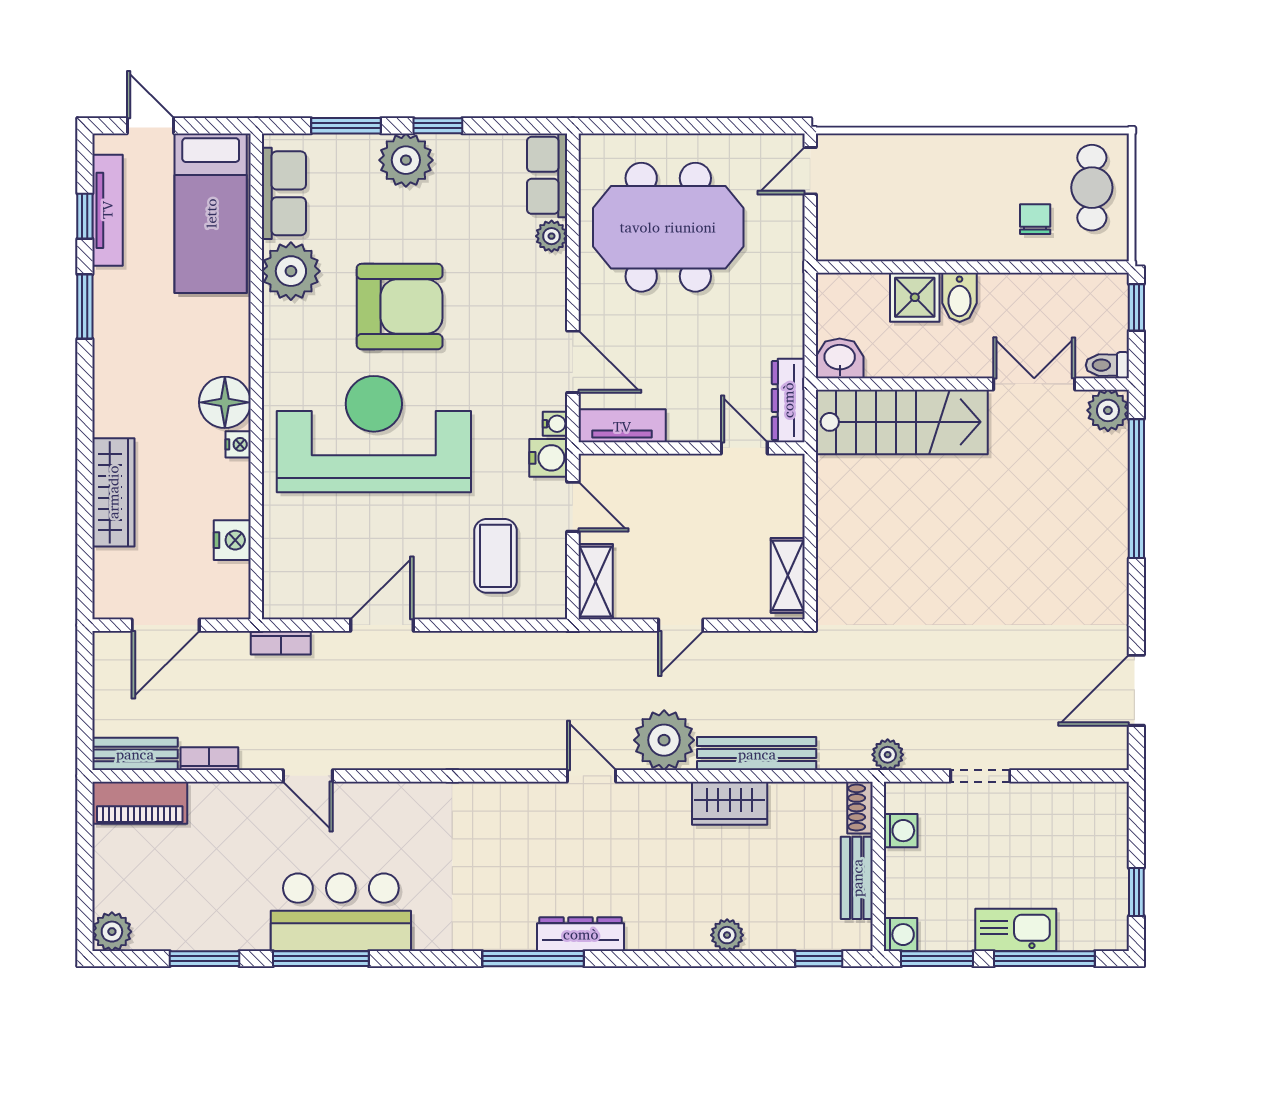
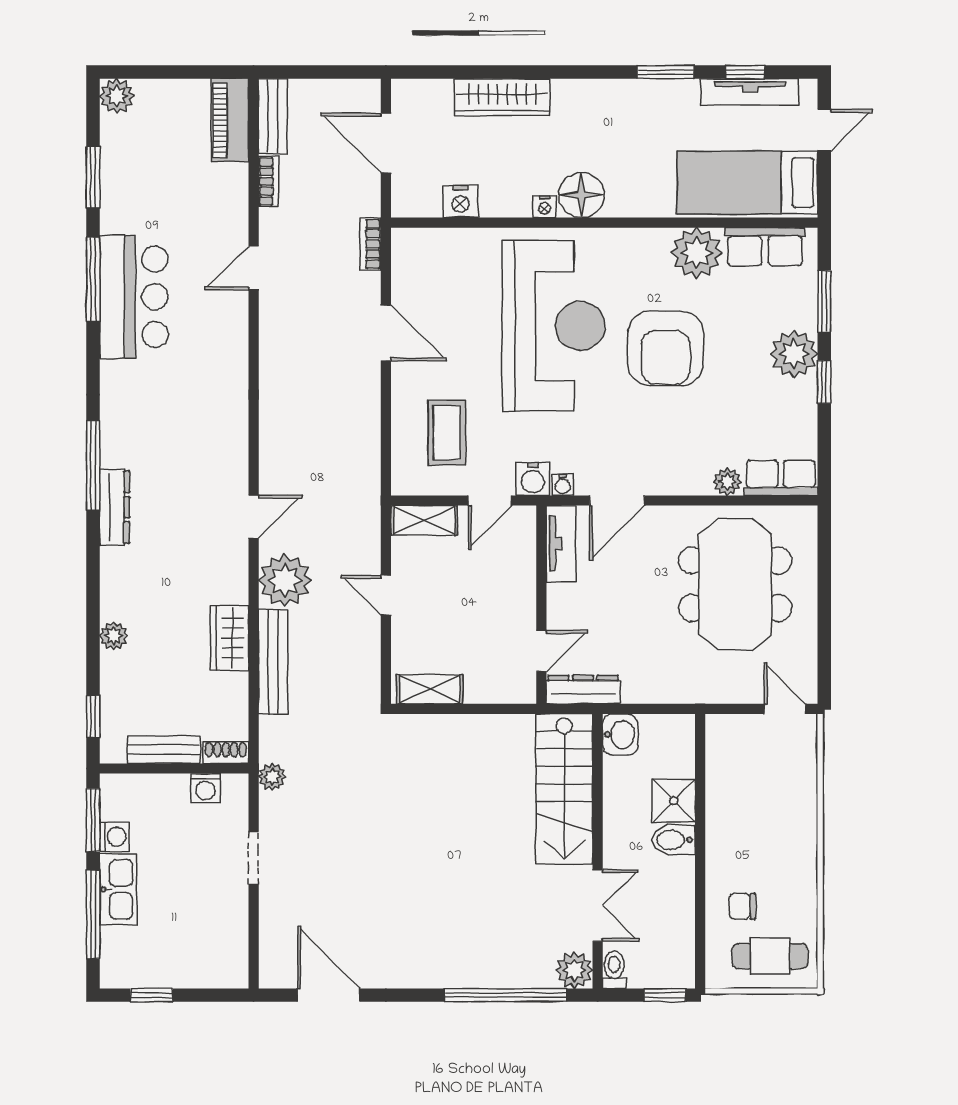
chair: (1035, 219) -> (742, 906), turned 180
coffee table: (496, 556) -> (447, 433), turned 90
washing machine: (900, 935) -> (114, 837), moved, turned -90

